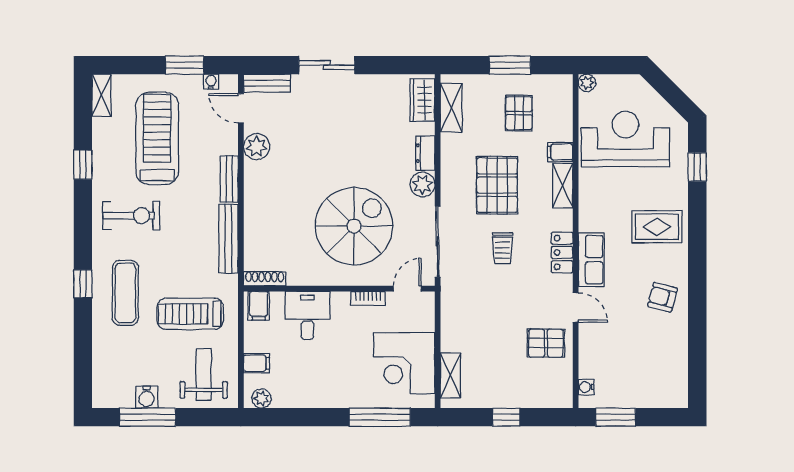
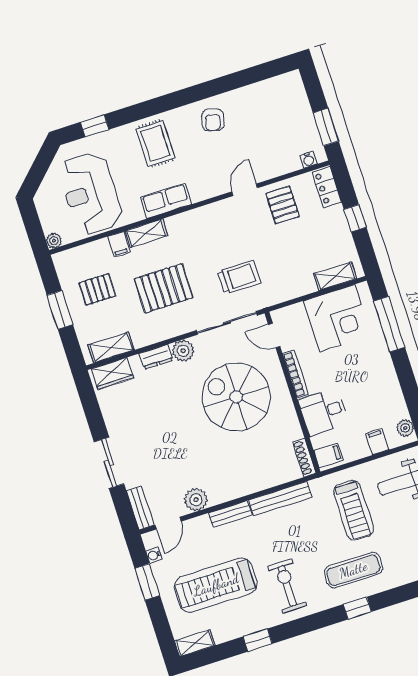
trolley: (502, 248) -> (239, 277), moved, width x1.36, depth x1.39
locker: (562, 252) -> (327, 187), moved, turned 90
row of seats: (591, 260) -> (166, 201), moved
bookcase: (368, 298) -> (295, 374), width x1.56

